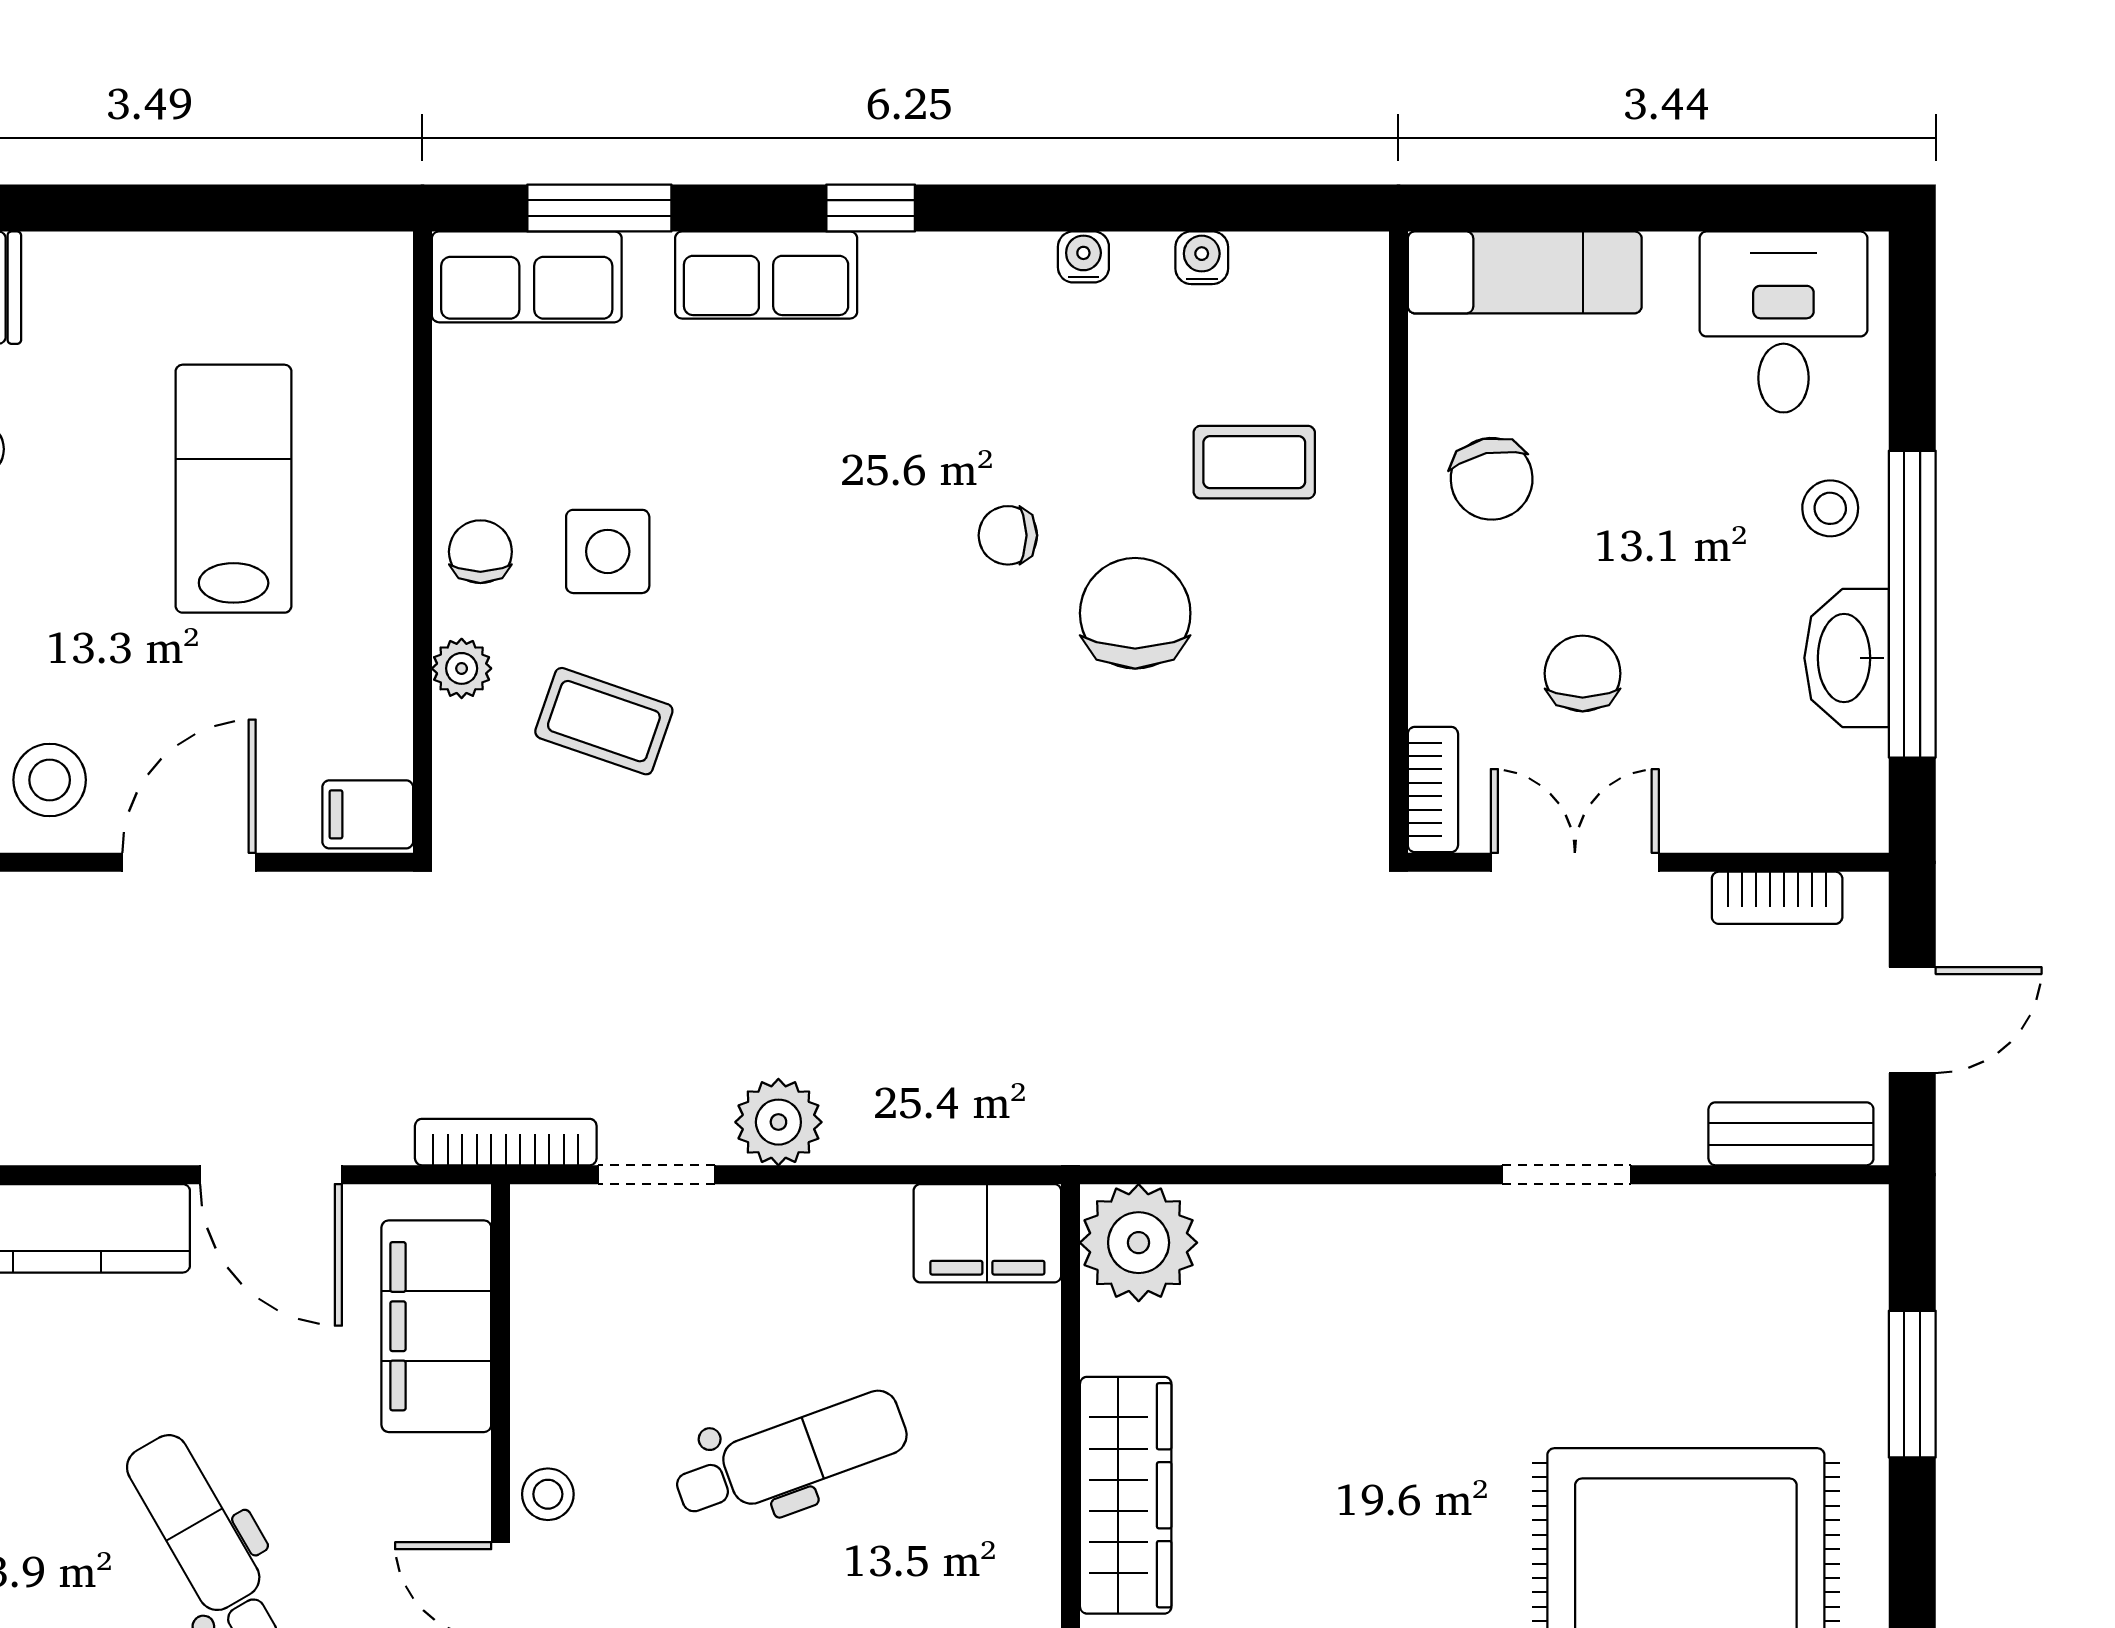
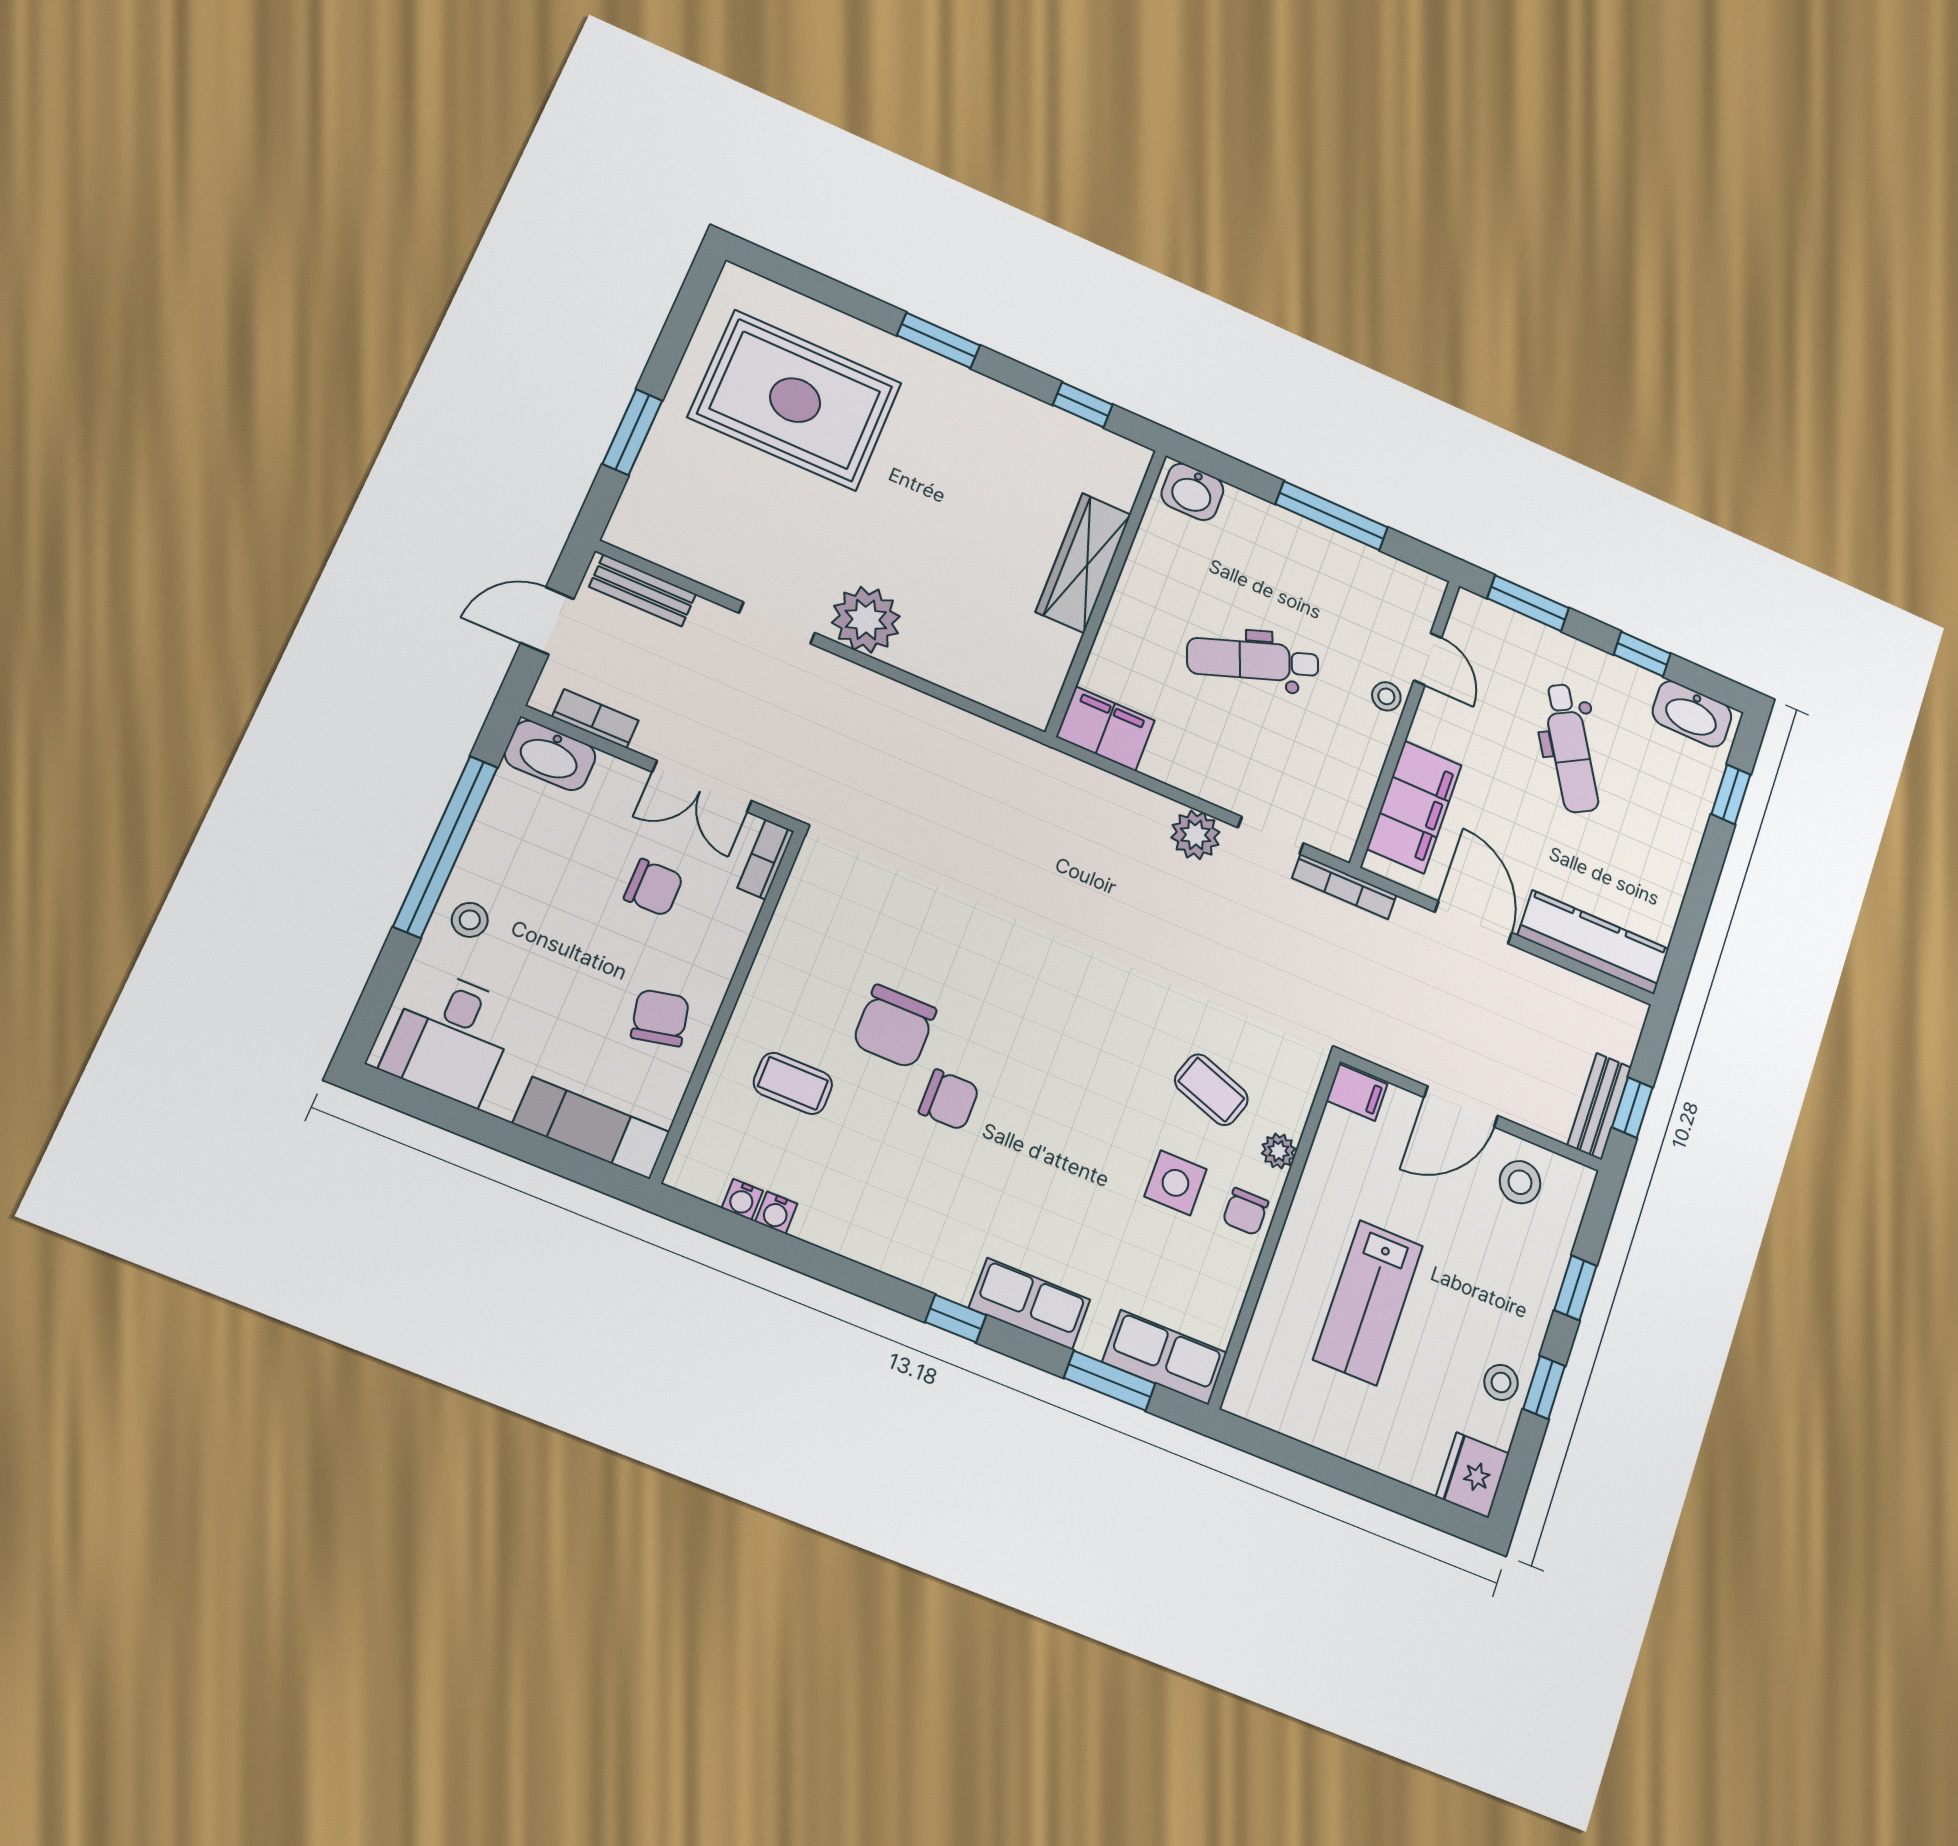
water cooler: (1083, 257) -> (742, 1199), moved
chair: (1008, 535) -> (949, 1100), width x1.37, depth x1.37
washbasin: (1847, 658) -> (550, 755), moved, turned 90
chair: (1583, 673) -> (654, 888), turned -90
plant: (1139, 1243) -> (866, 620), moved

